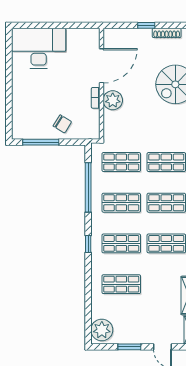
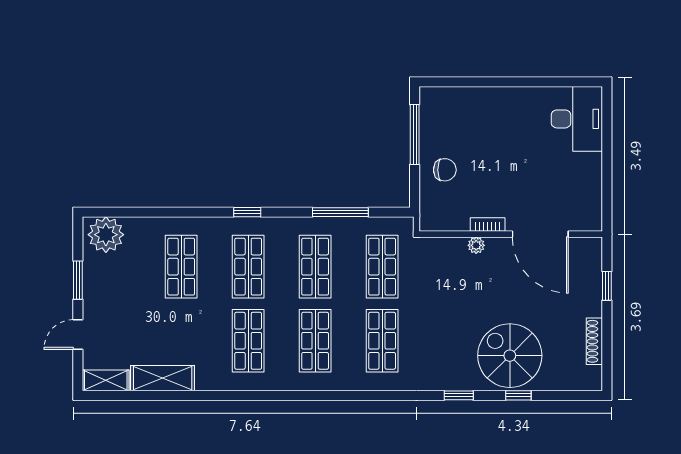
window: (146, 25) -> (607, 286), moved
desk: (39, 48) -> (577, 119), width x0.73, depth x0.77
plant: (113, 100) -> (476, 245), width x0.53, depth x0.53
chair: (62, 124) -> (445, 170), turned -122
window: (88, 187) -> (340, 212), width x0.68

